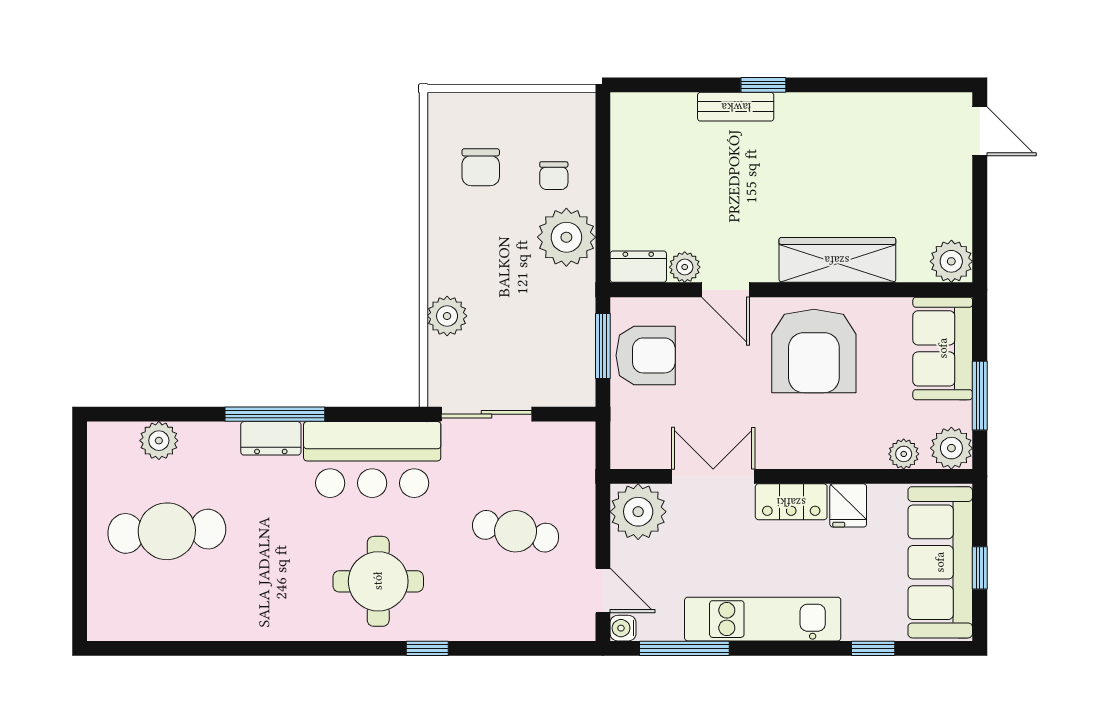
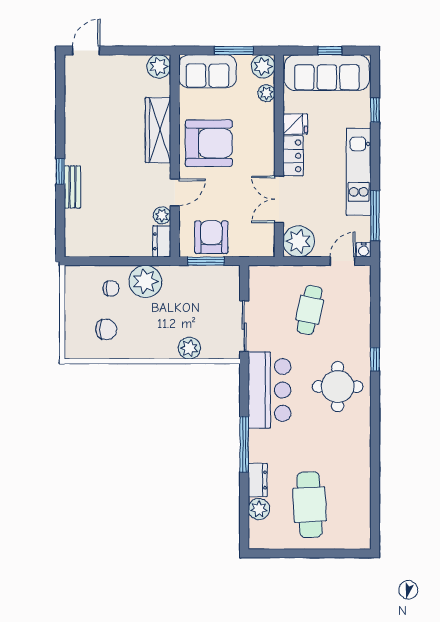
dresser: (271, 438) -> (258, 480), moved

